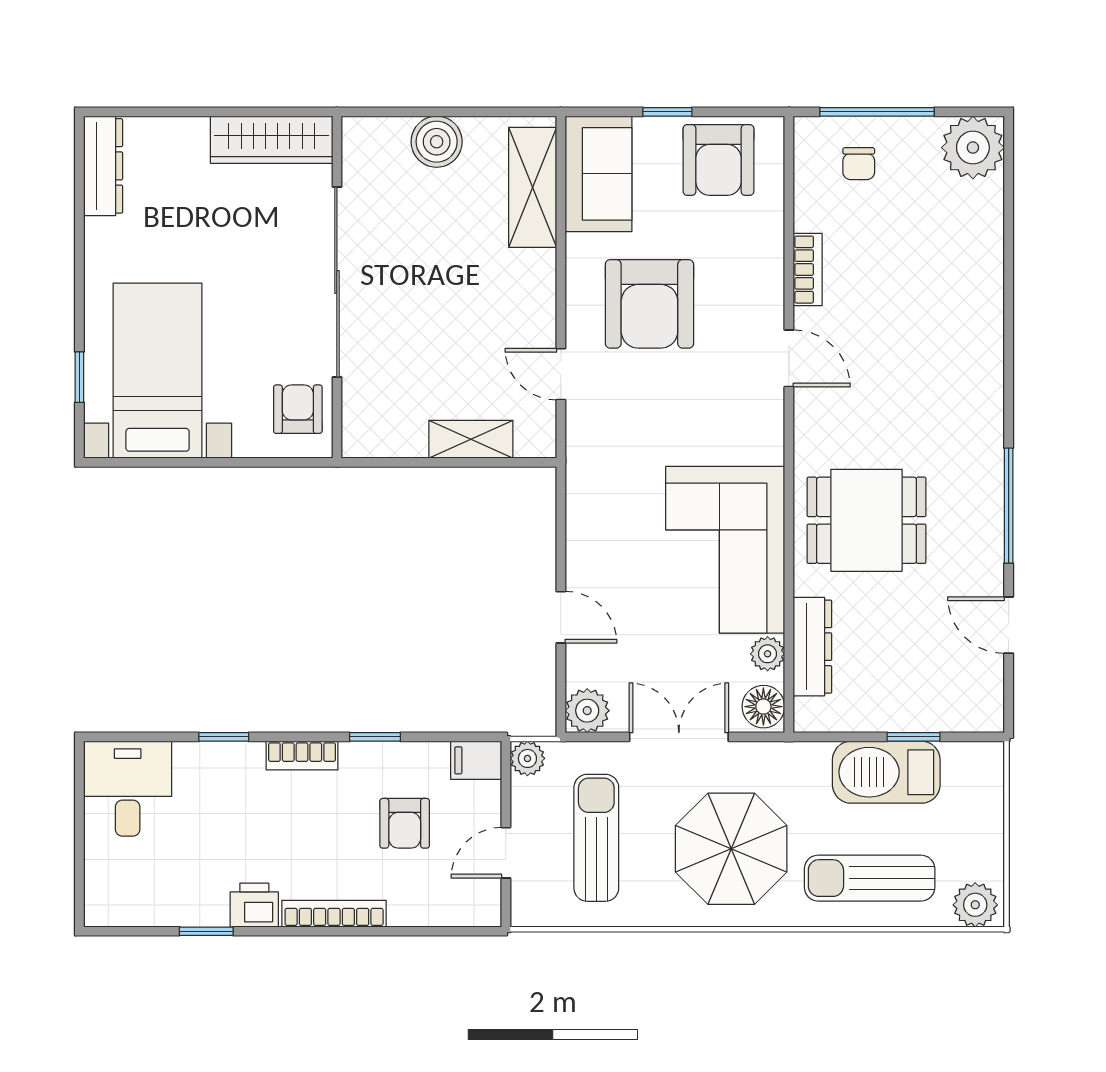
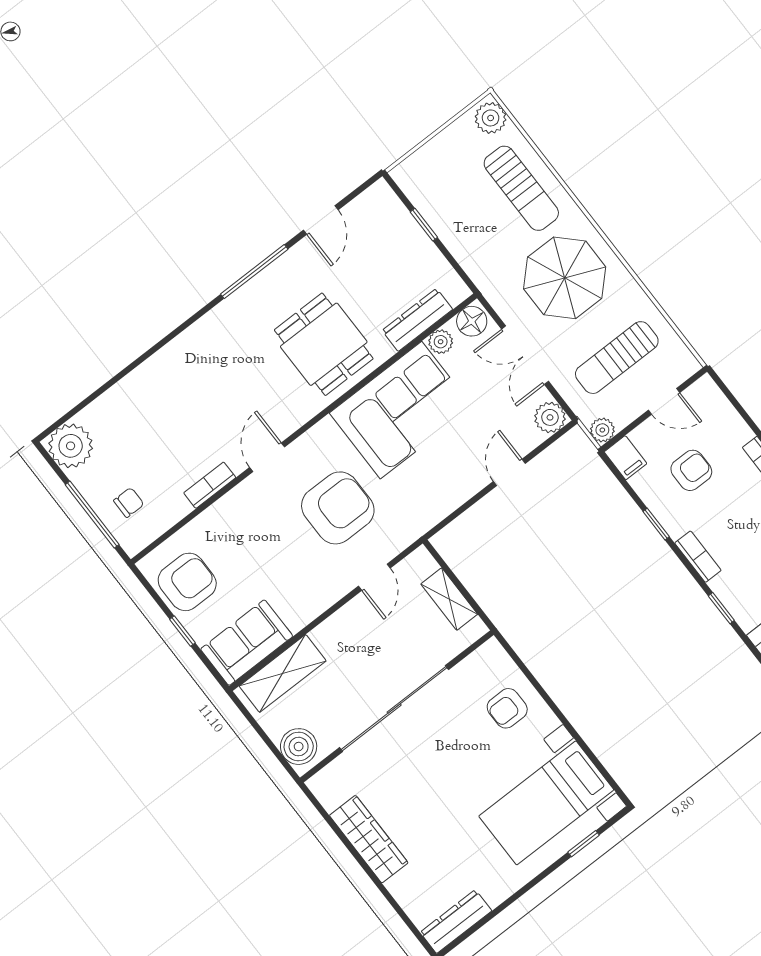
sliding door: (337, 282) -> (394, 709), moved
wall: (337, 287) -> (397, 706), moved
armchair: (649, 304) -> (338, 508), moved
barbecue: (886, 772) -> (455, 225), removed

